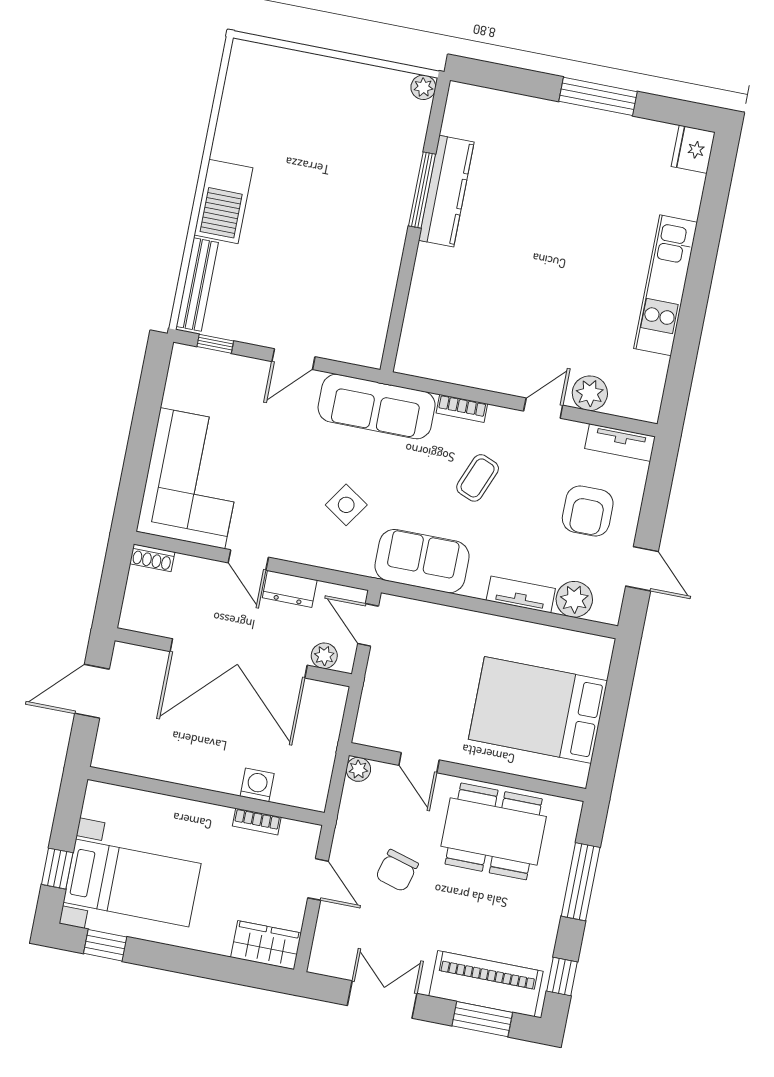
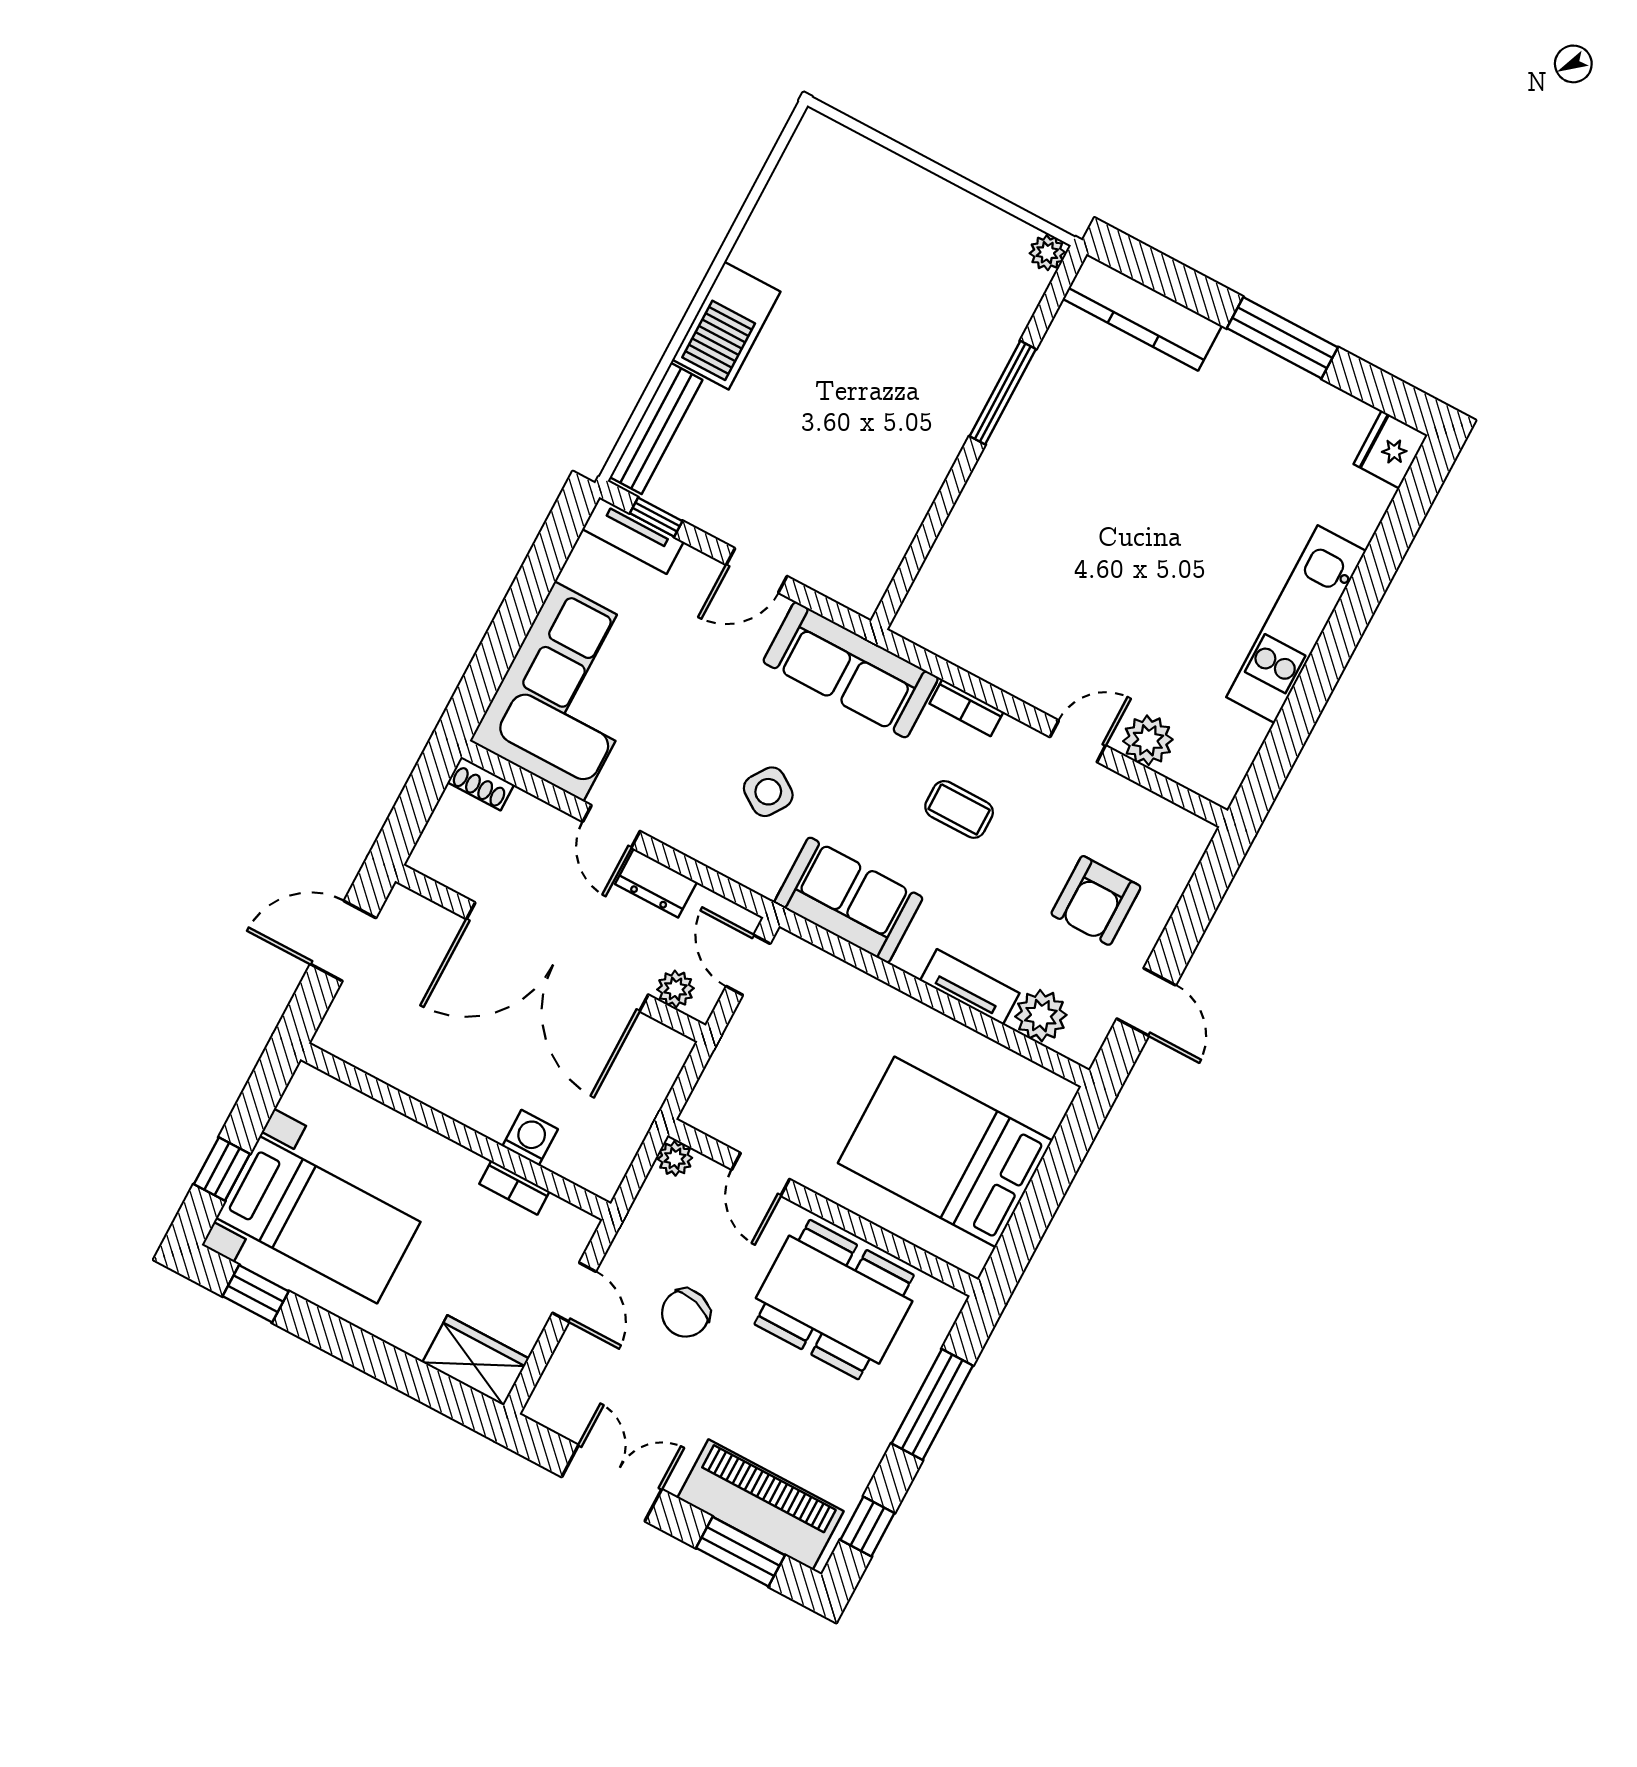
kitchen counter: (446, 191) -> (1142, 312), moved, turned 90
tv unit: (620, 443) -> (633, 535), moved
coffee table: (478, 478) -> (959, 809), turned 68

